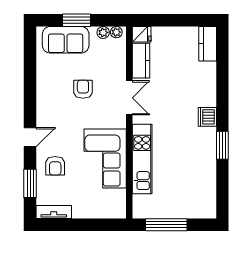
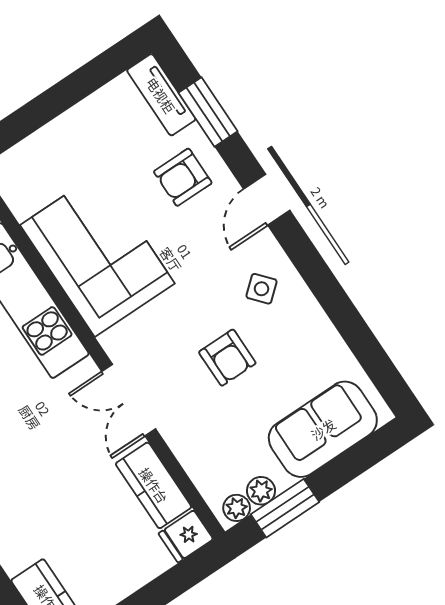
window: (76, 20) -> (285, 508), moved
side table: (54, 106) -> (262, 289), added
armchair: (55, 166) -> (183, 177), turned -90
tv unit: (54, 212) -> (161, 95), moved, turned 90

